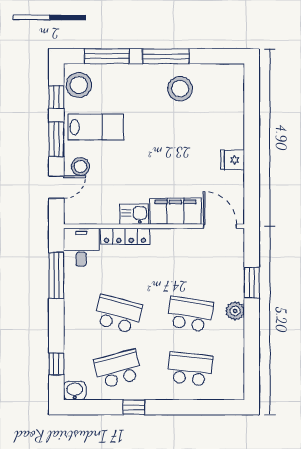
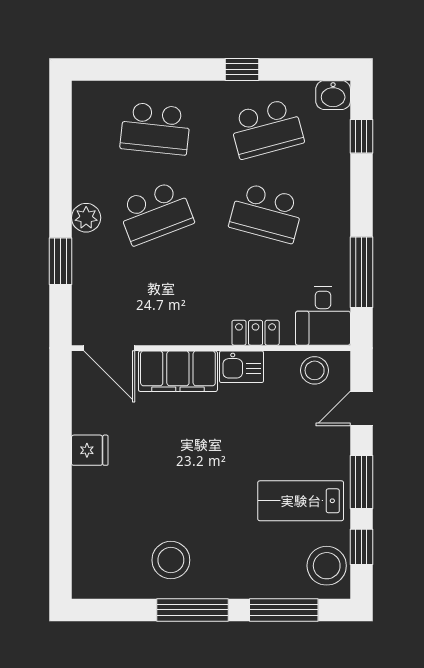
stool: (81, 167) -> (315, 370), moved
locker: (125, 236) -> (256, 333), width x0.66
school desk: (190, 314) -> (155, 213), turned -30

